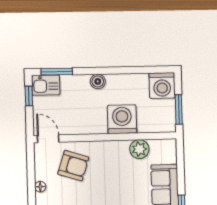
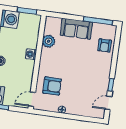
washing machine: (122, 119) -> (31, 54), width x0.53, depth x0.53
armchair: (73, 166) -> (52, 86), turned 72

